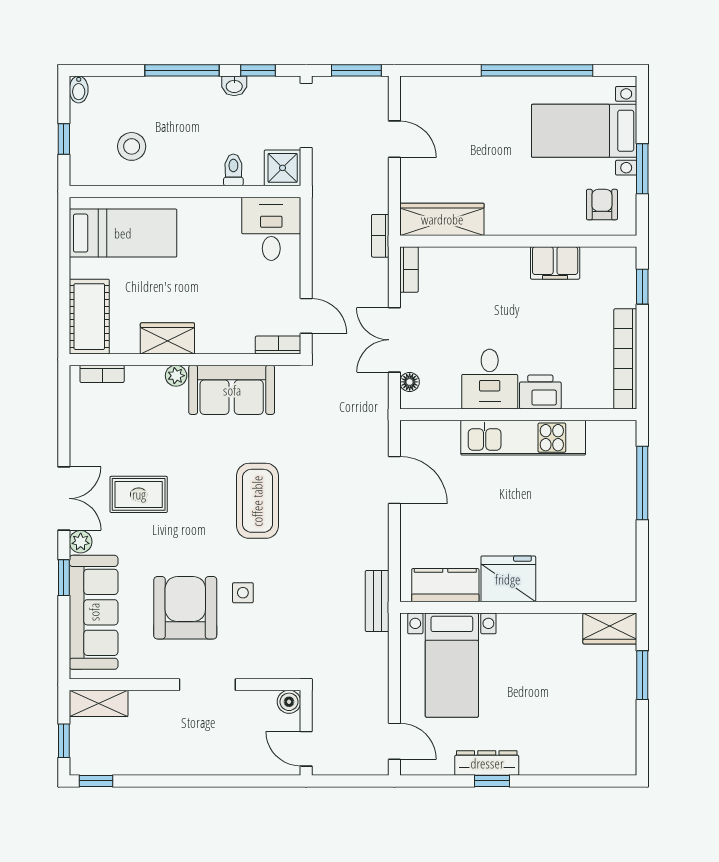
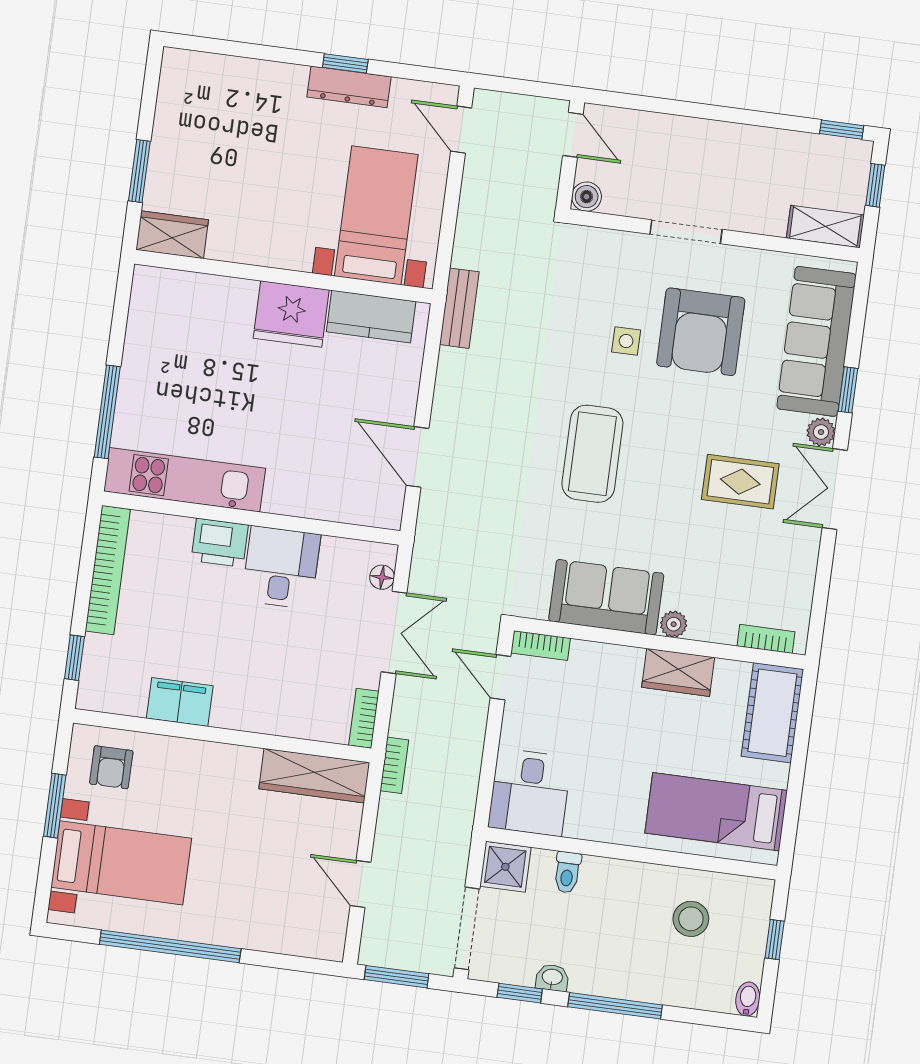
kitchen unit: (523, 438) -> (185, 480), moved

